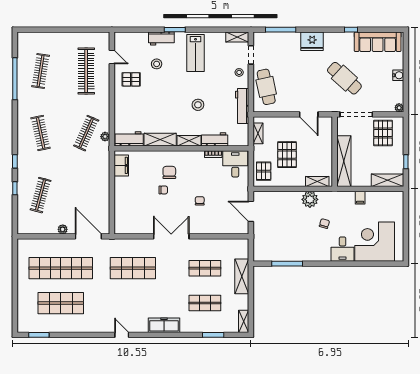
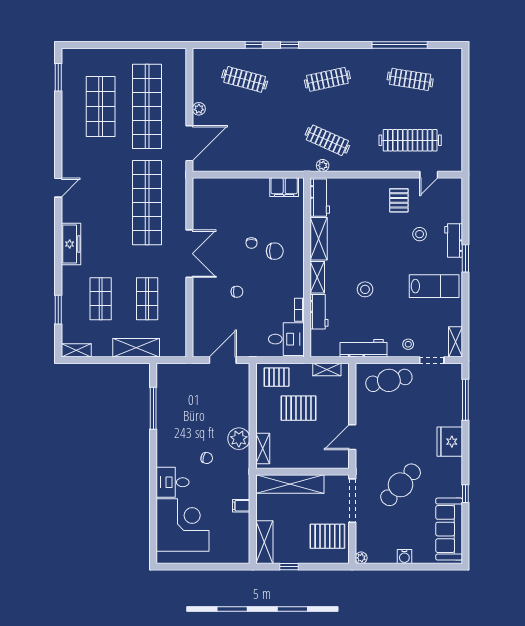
lab bench: (196, 53) -> (434, 286), turned 180
shop shelf: (133, 268) -> (147, 203), width x1.40

